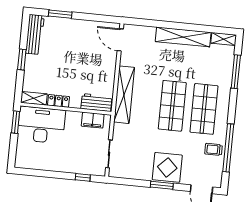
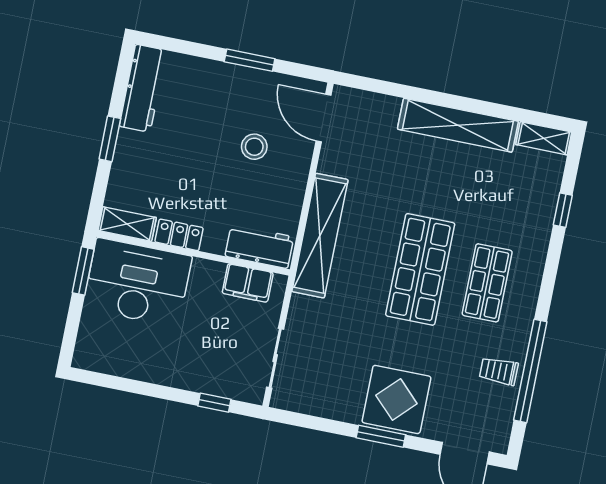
window: (60, 14) -> (250, 60), moved
stool: (89, 56) -> (254, 147), added
window: (236, 72) -> (563, 210), width x0.46
shop shelf: (204, 109) -> (487, 283), width x0.70, depth x0.74

